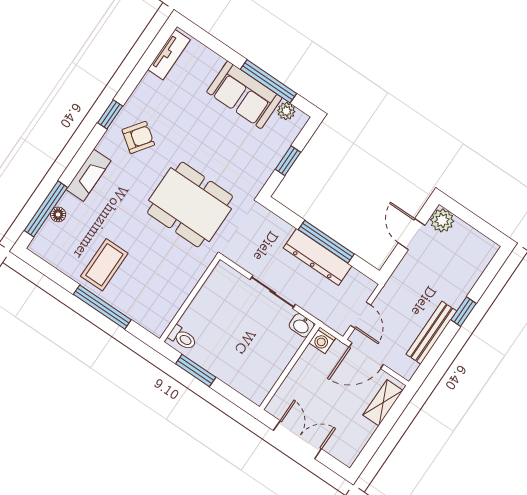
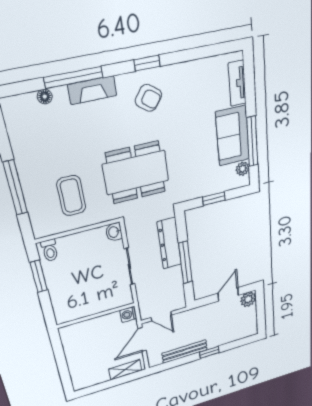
tv unit: (169, 55) -> (237, 83), moved, turned 90
dining table: (190, 205) -> (136, 173), turned 90
window: (46, 209) -> (74, 77), moved
dresser: (317, 257) -> (169, 243), moved
coffee table: (104, 265) -> (71, 196), moved, turned 90
door: (361, 315) -> (161, 316), hinge flipped
washbasin: (302, 325) -> (114, 232), moved
door: (366, 356) -> (142, 340), hinge flipped
double door: (297, 440) -> (60, 358), removed

